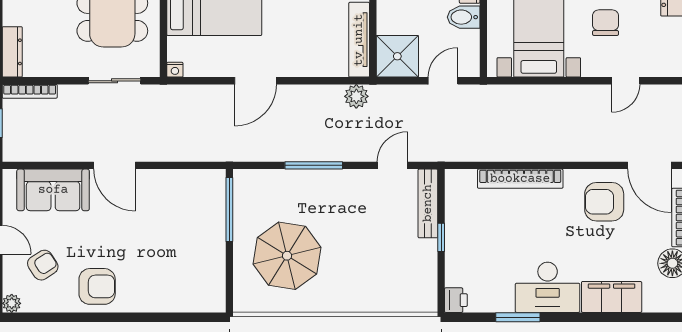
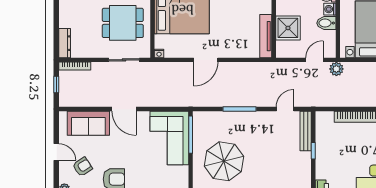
shower: (397, 56) -> (288, 28), moved
plant: (356, 96) -> (336, 69), moved
corner sofa: (193, 215) -> (169, 138), added

